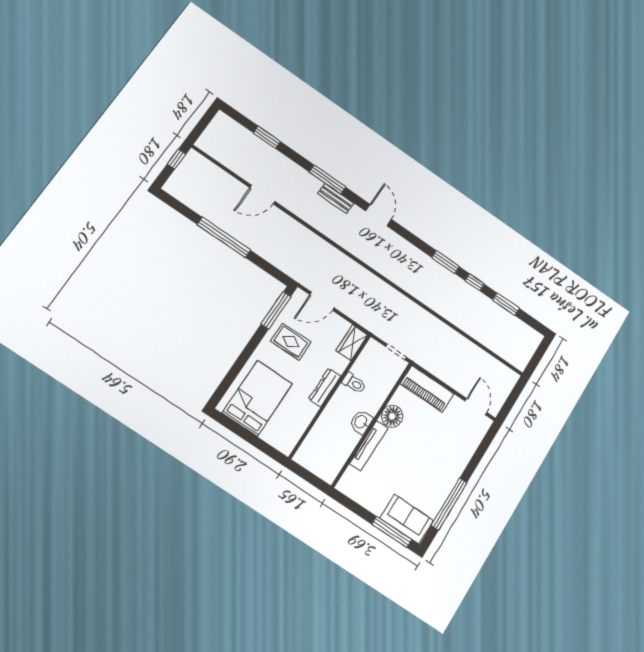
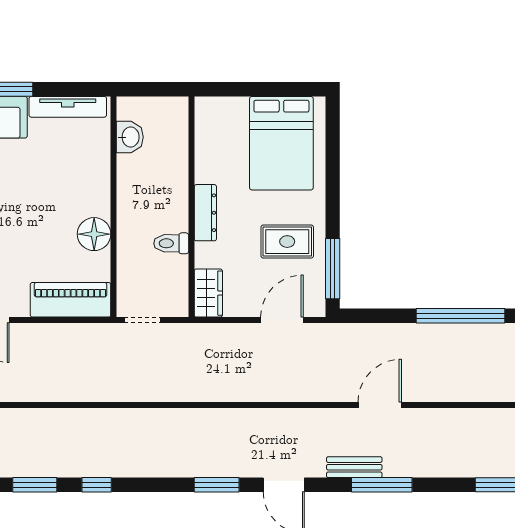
door: (262, 195) -> (380, 405), moved
window: (446, 262) -> (217, 485), moved
washbasin: (361, 422) -> (130, 137), moved
tv unit: (369, 446) -> (68, 107), moved, turned -90

